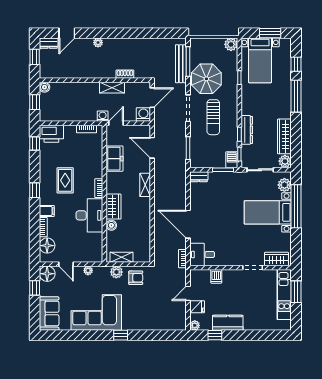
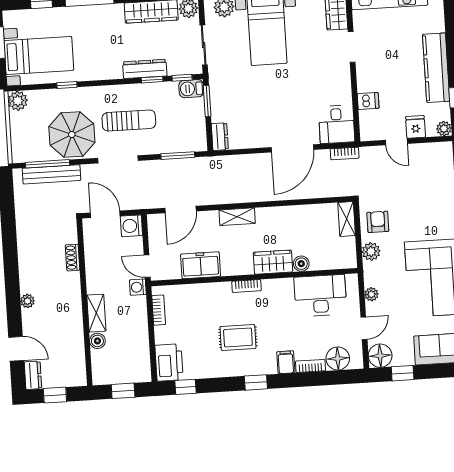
boiler: (44, 87) -> (97, 341), moved
shelving: (112, 88) -> (96, 313), moved
desk: (89, 215) -> (320, 296), moved
shelving: (122, 257) -> (347, 219), moved
kitchen counter: (228, 323) -> (436, 68), width x1.50

